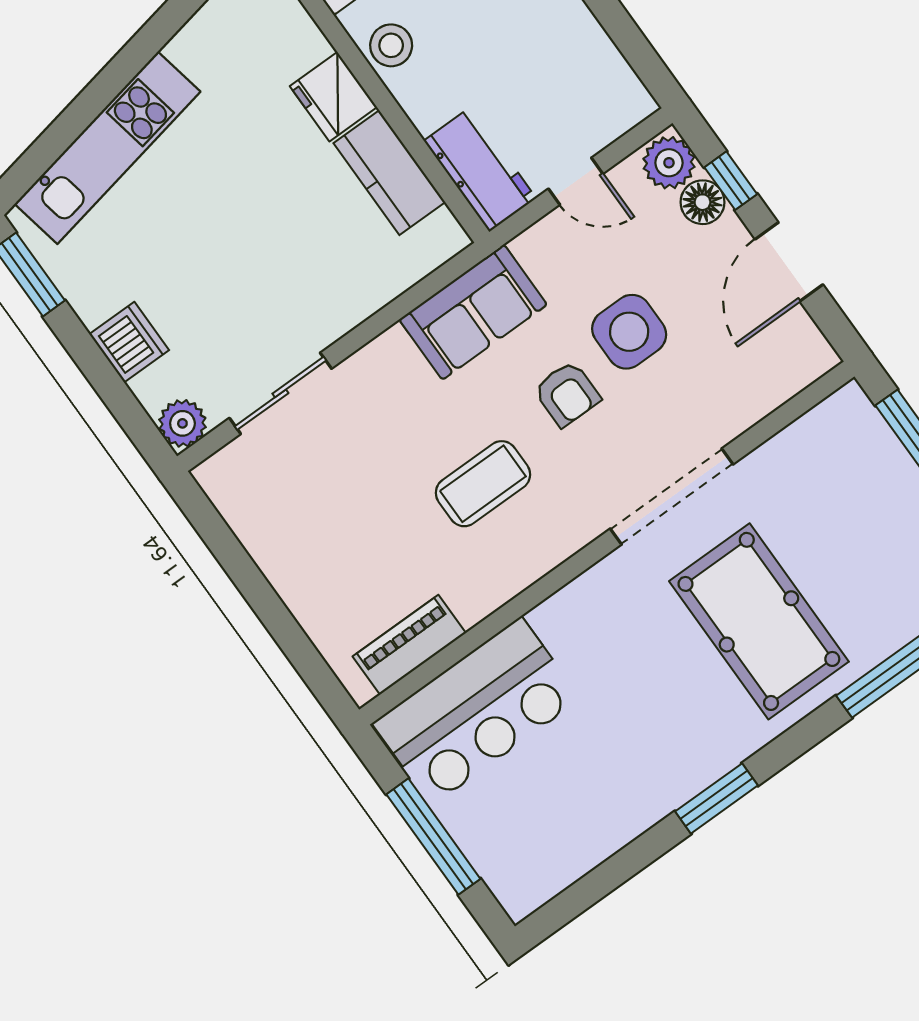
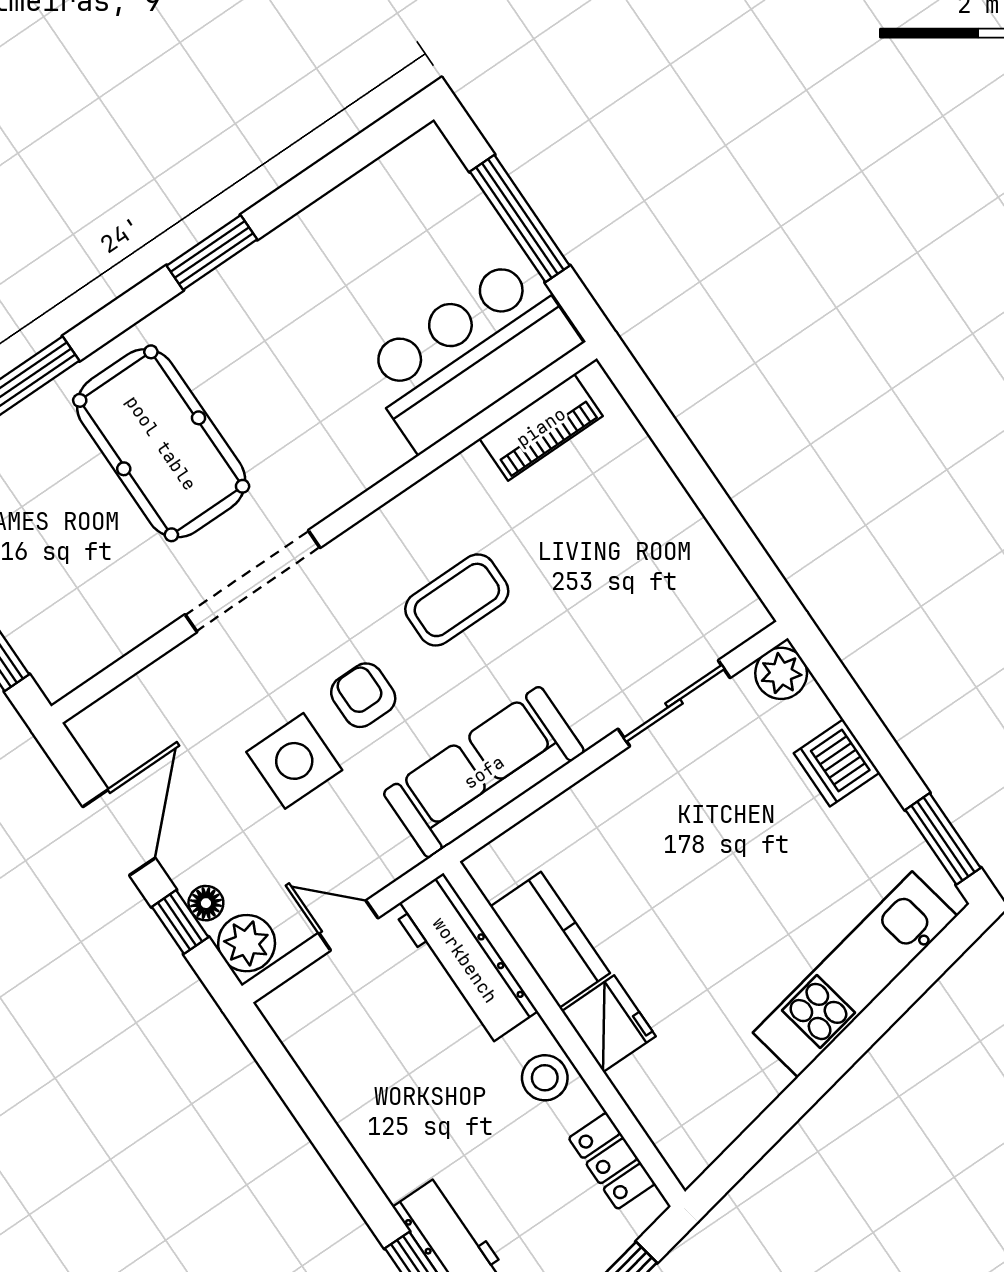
workbench: (480, 169) -> (465, 960), width x1.38
floor lamp: (702, 202) -> (206, 903), width x0.73, depth x0.73
sofa: (473, 312) -> (484, 772), width x1.36

